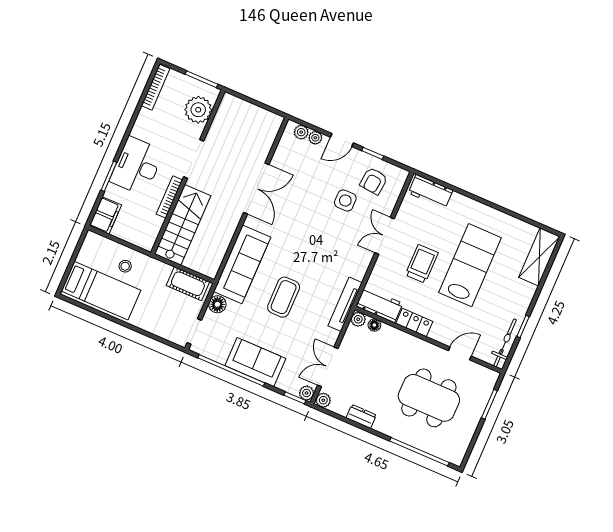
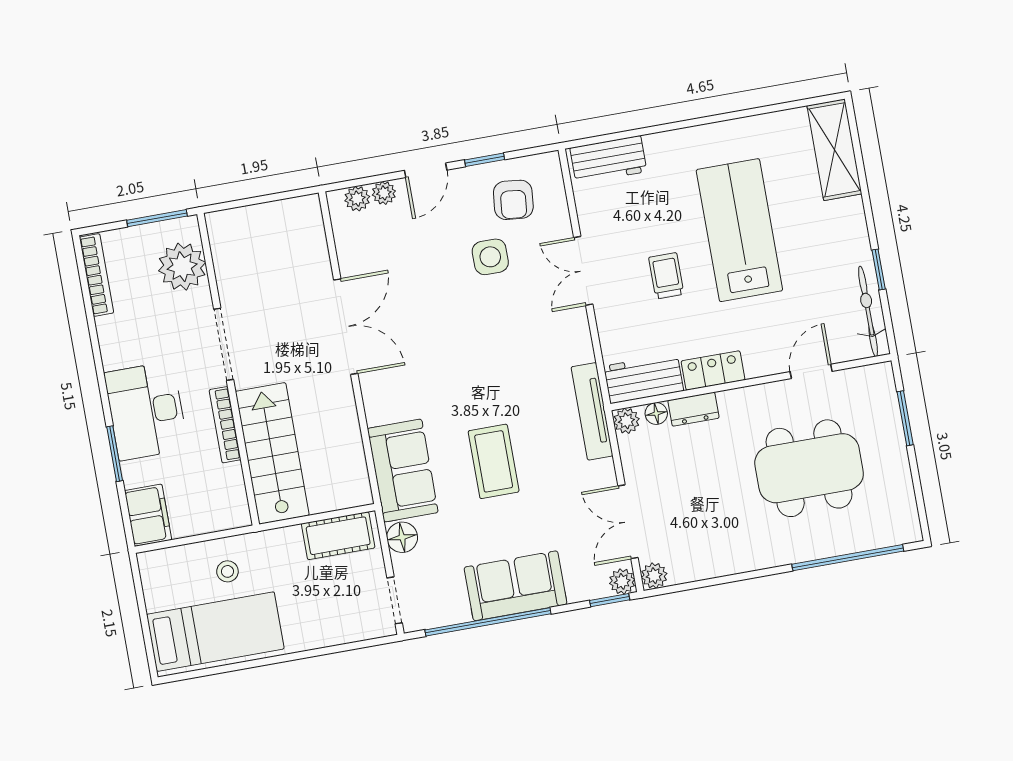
sofa: (242, 264) -> (403, 471), width x0.73
trolley: (422, 264) -> (666, 276), width x0.73, depth x0.72
dresser: (361, 416) -> (693, 409), moved, turned 180

